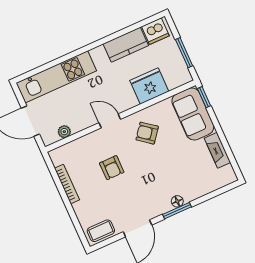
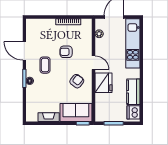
fridge: (149, 86) -> (103, 83), moved
door: (110, 121) -> (94, 63), hinge flipped
coffee table: (101, 231) -> (45, 65), moved

